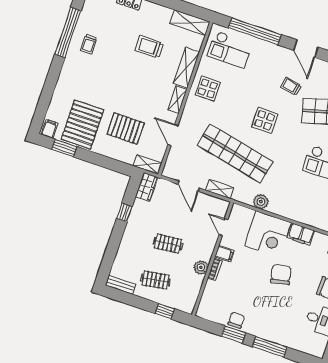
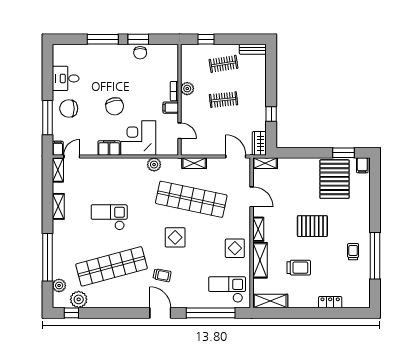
pallet: (126, 129) -> (312, 226), moved
door: (189, 186) -> (236, 156), moved

